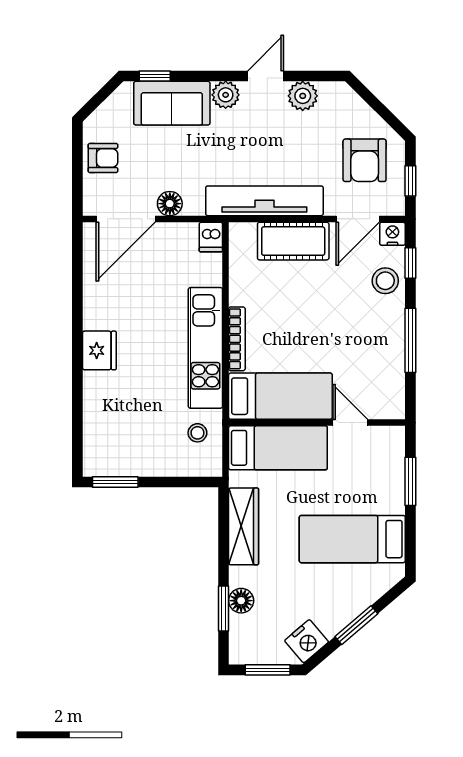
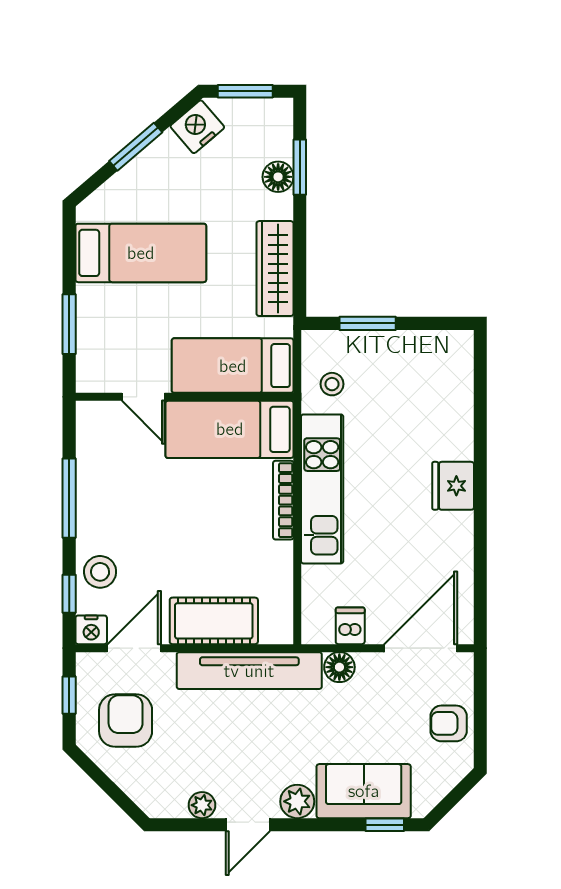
plant: (303, 96) -> (202, 805), width x0.73, depth x0.73
floor lamp: (170, 204) -> (339, 667), moved
dishwasher: (211, 237) -> (350, 626), moved
window: (115, 482) -> (368, 323), moved

